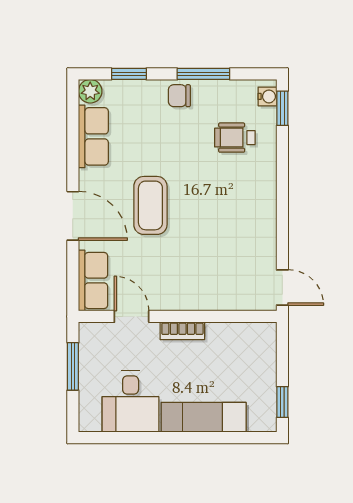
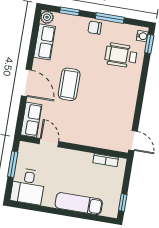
wheelchair: (235, 138) -> (121, 55), width x1.36, depth x1.37
bookcase: (182, 331) -> (106, 160), moved
desk: (131, 402) -> (28, 186), moved

